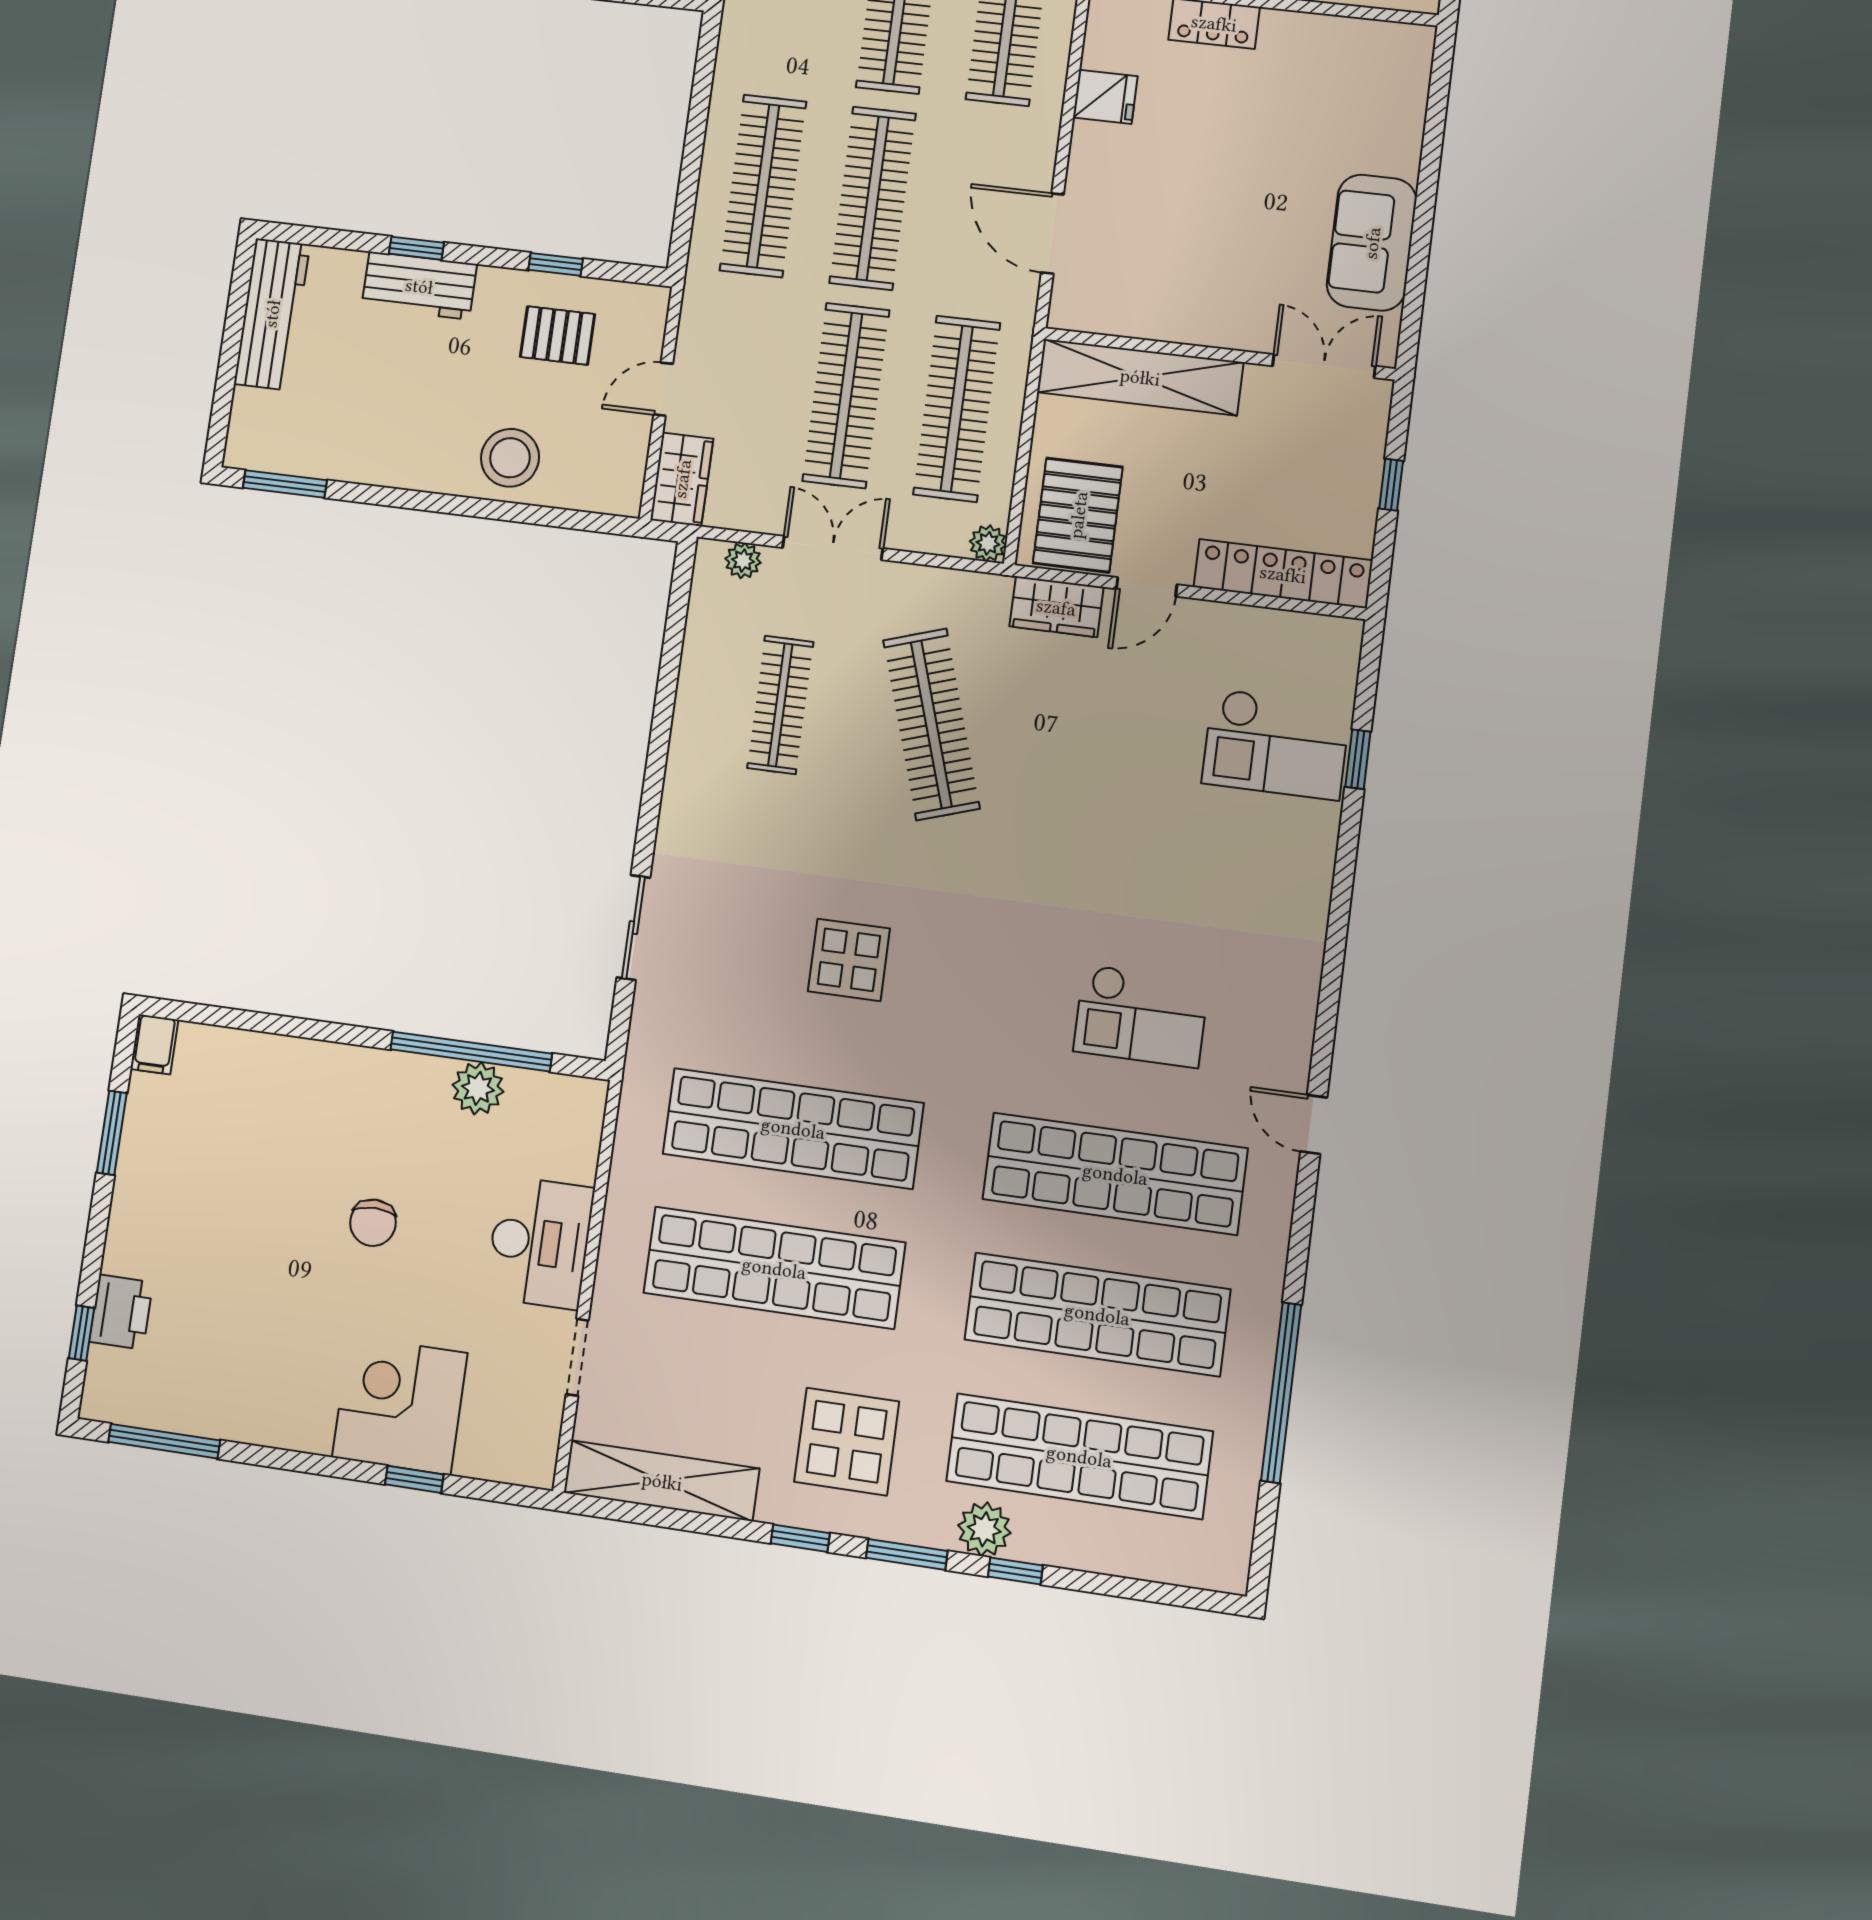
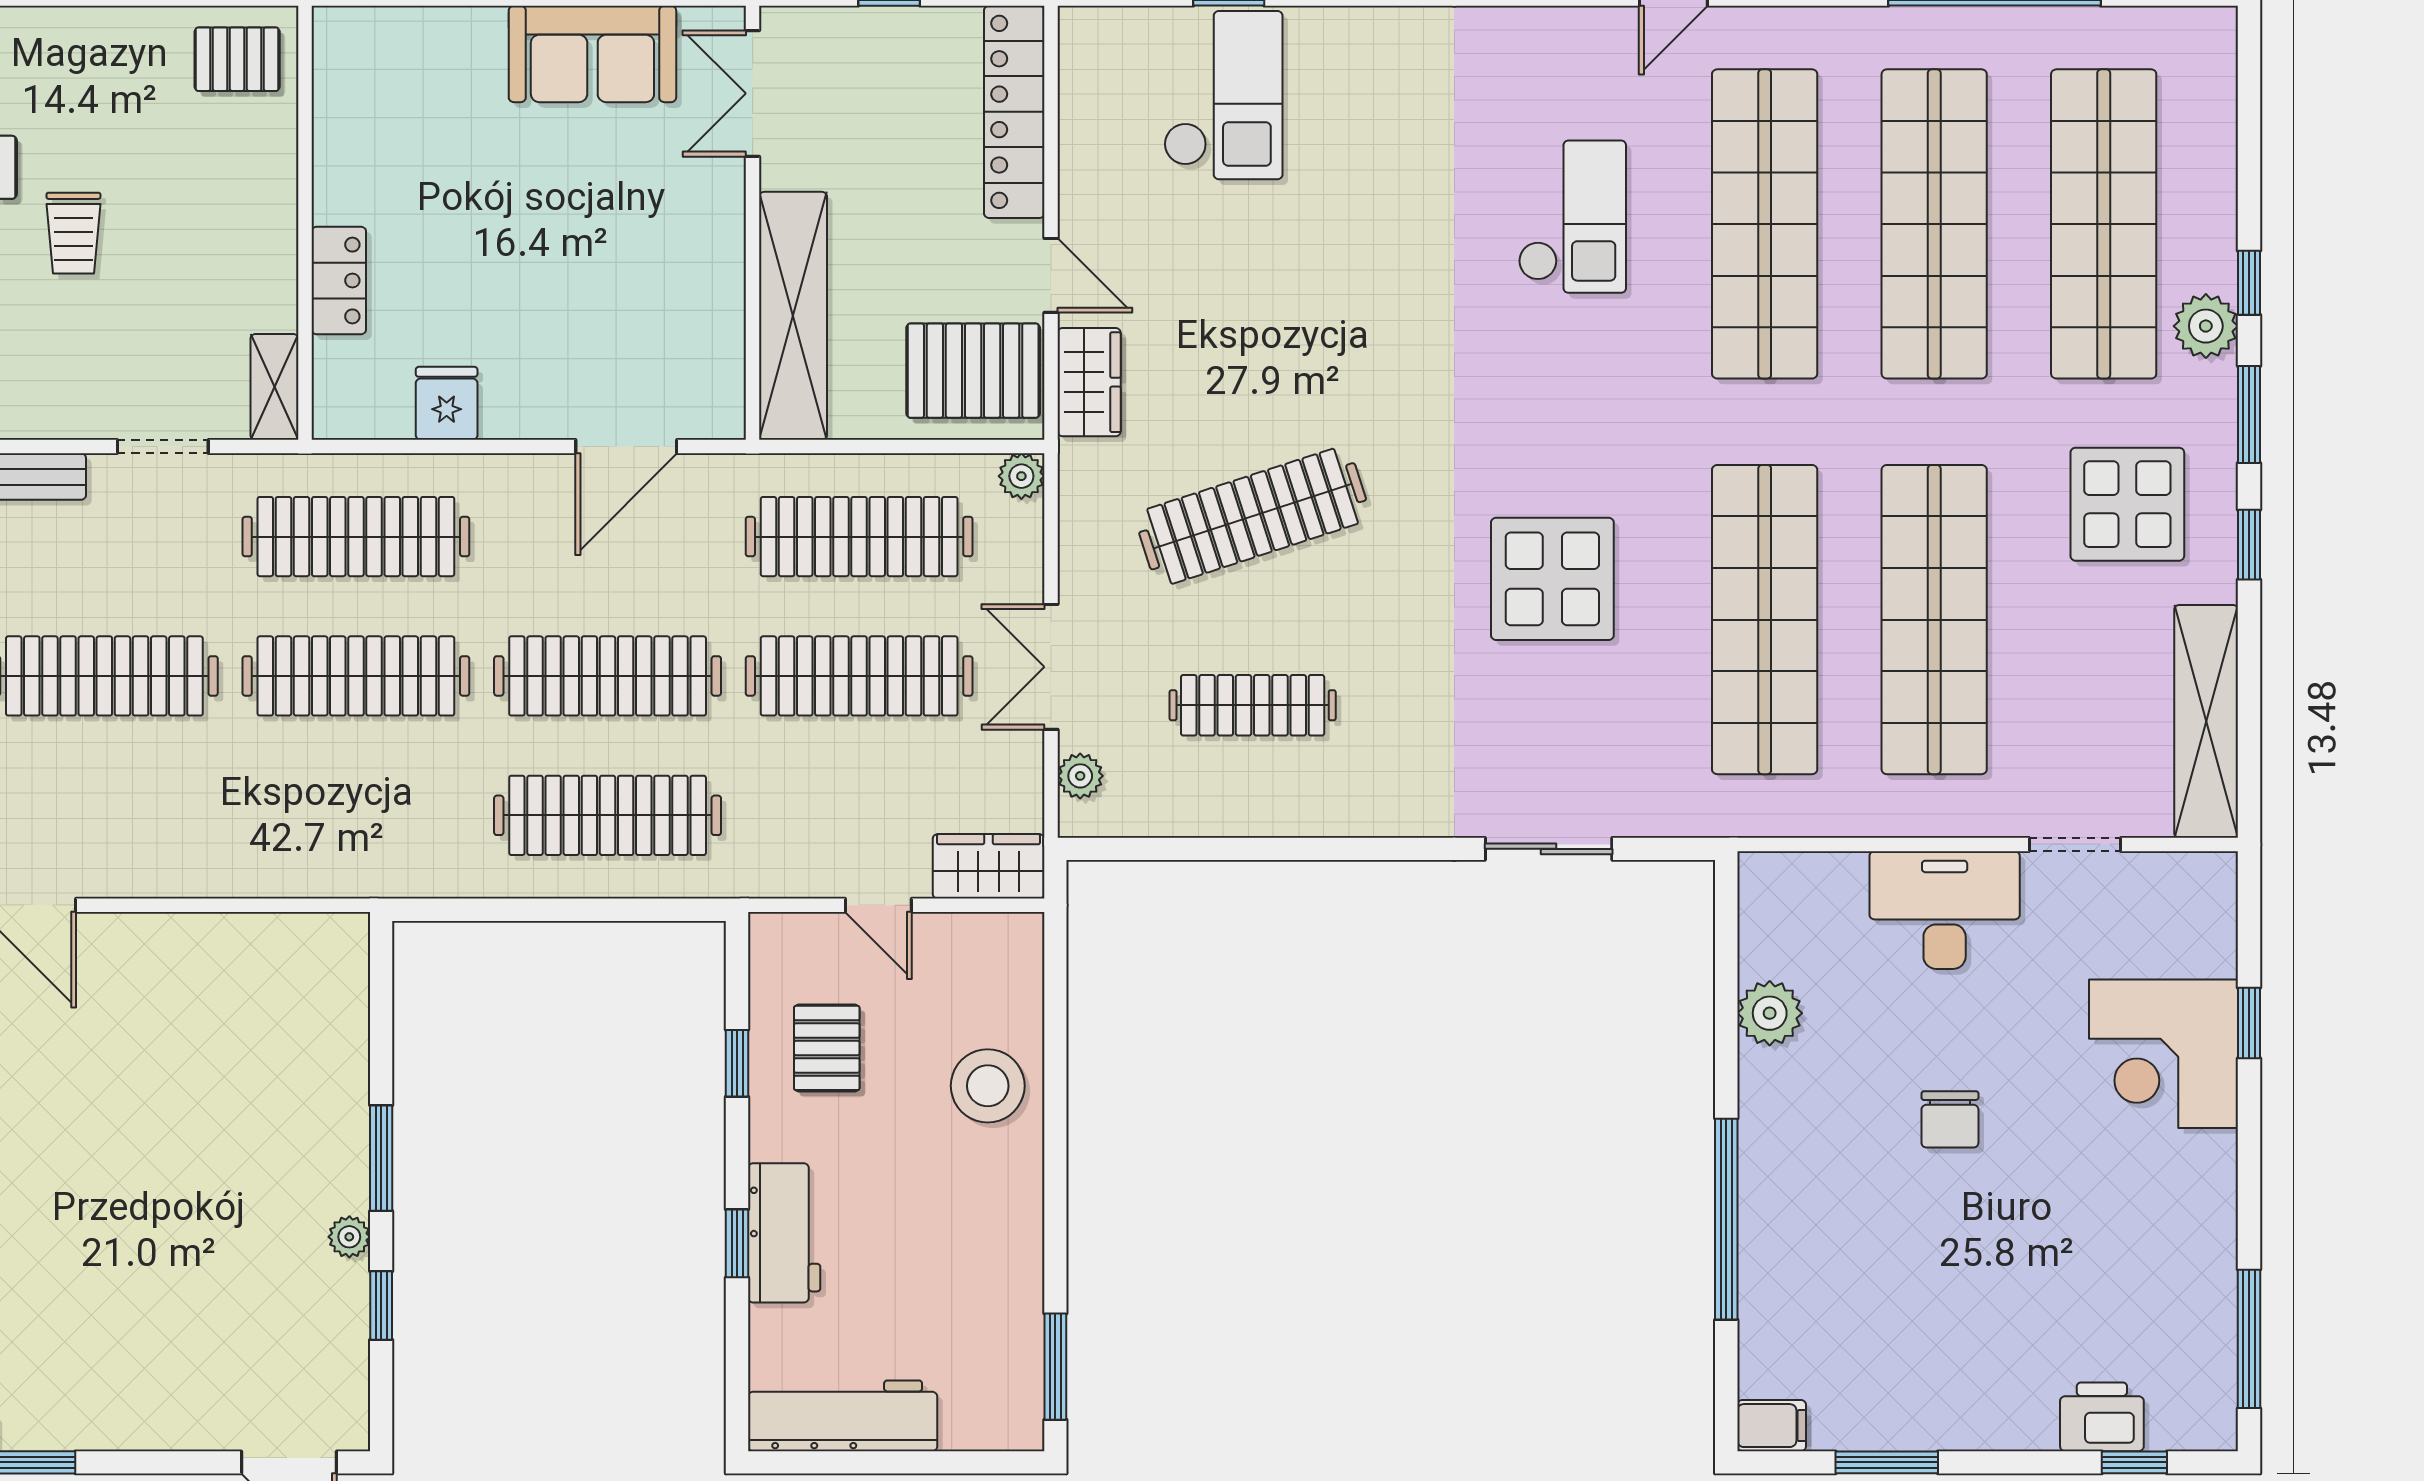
display table: (849, 960) -> (1552, 579), width x1.36, depth x1.36
window: (471, 1051) -> (1726, 1219), moved
chair: (373, 1223) -> (1950, 1119), turned 90

